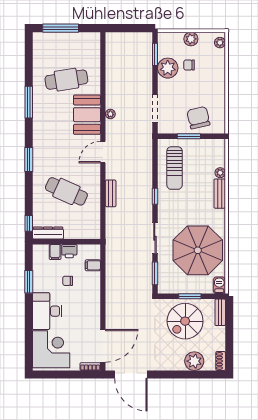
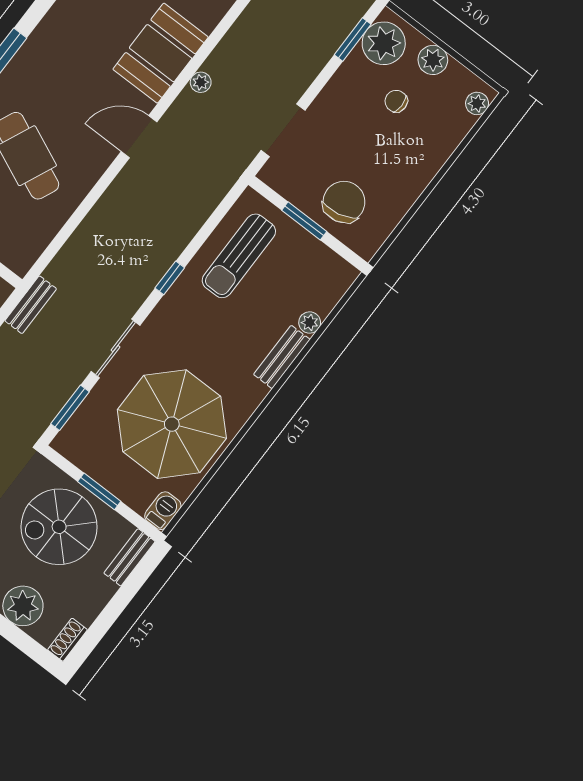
plant: (168, 68) -> (384, 43), moved
bench: (111, 193) -> (31, 305), moved

